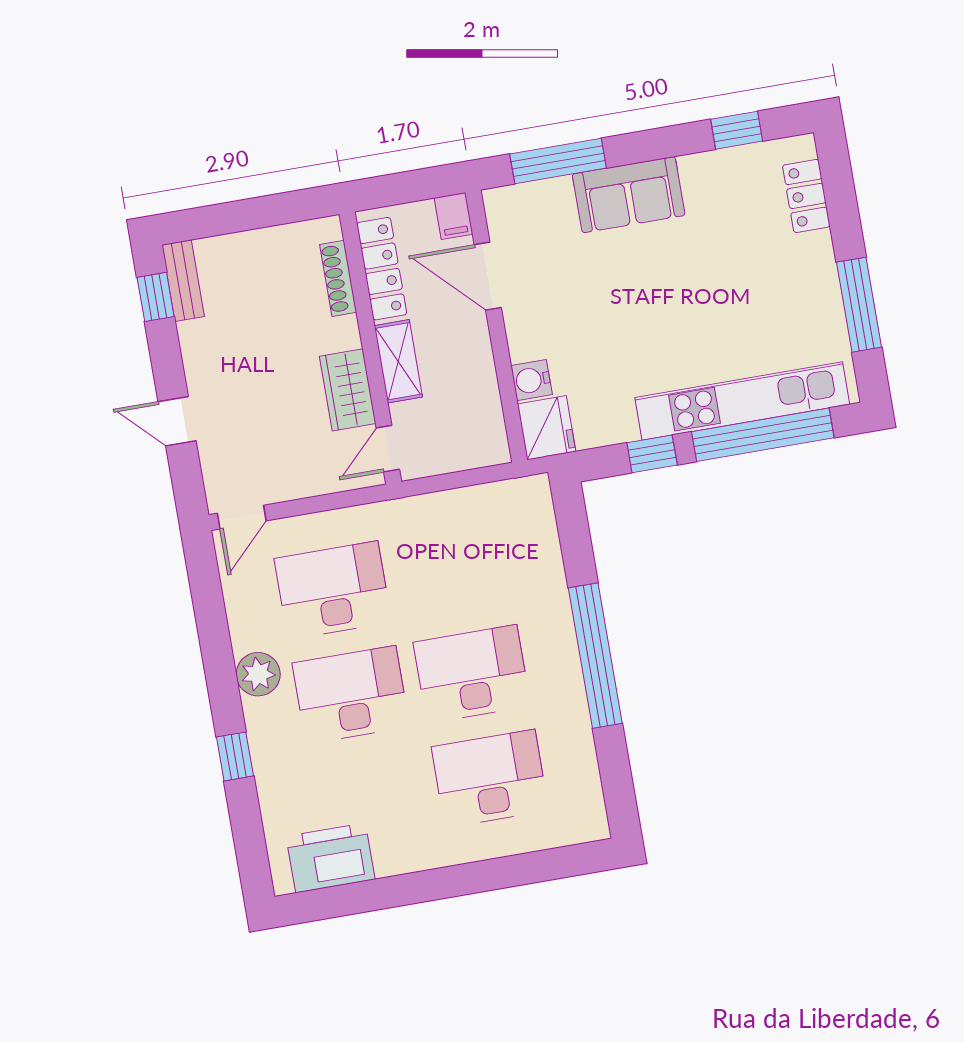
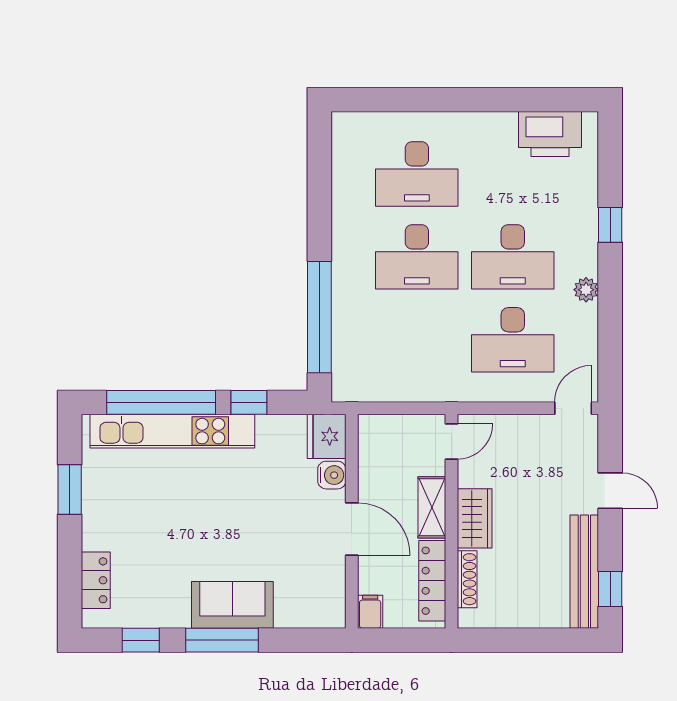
window: (558, 161) -> (222, 640), moved
door: (488, 276) -> (352, 529), moved
bench: (183, 281) -> (584, 572), width x1.86, depth x1.21
window: (859, 305) -> (70, 490), width x0.69
wardrobe: (348, 390) -> (475, 518), moved
window: (595, 656) -> (319, 317), moved
plant: (258, 674) -> (586, 290), width x0.73, depth x0.73

